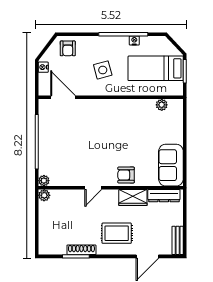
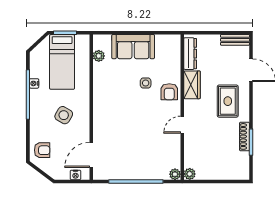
nightstand: (43, 67) -> (75, 175), moved
side table: (103, 70) -> (64, 115), turned 45
side table: (135, 151) -> (146, 83), added
sofa: (171, 165) -> (133, 47), moved
door: (93, 188) -> (182, 125), swing flipped

